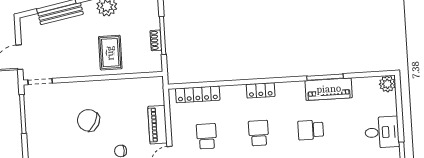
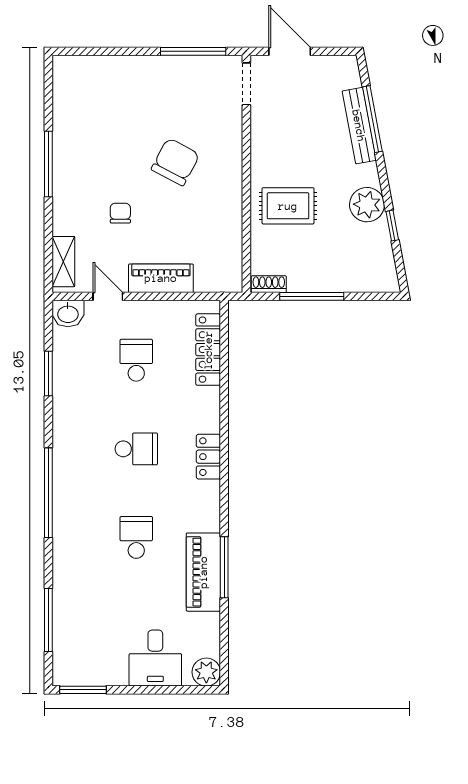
shoe rack: (156, 40) -> (269, 284), moved
desk: (382, 132) -> (155, 658), moved
school desk: (207, 136) -> (136, 360), turned -90

